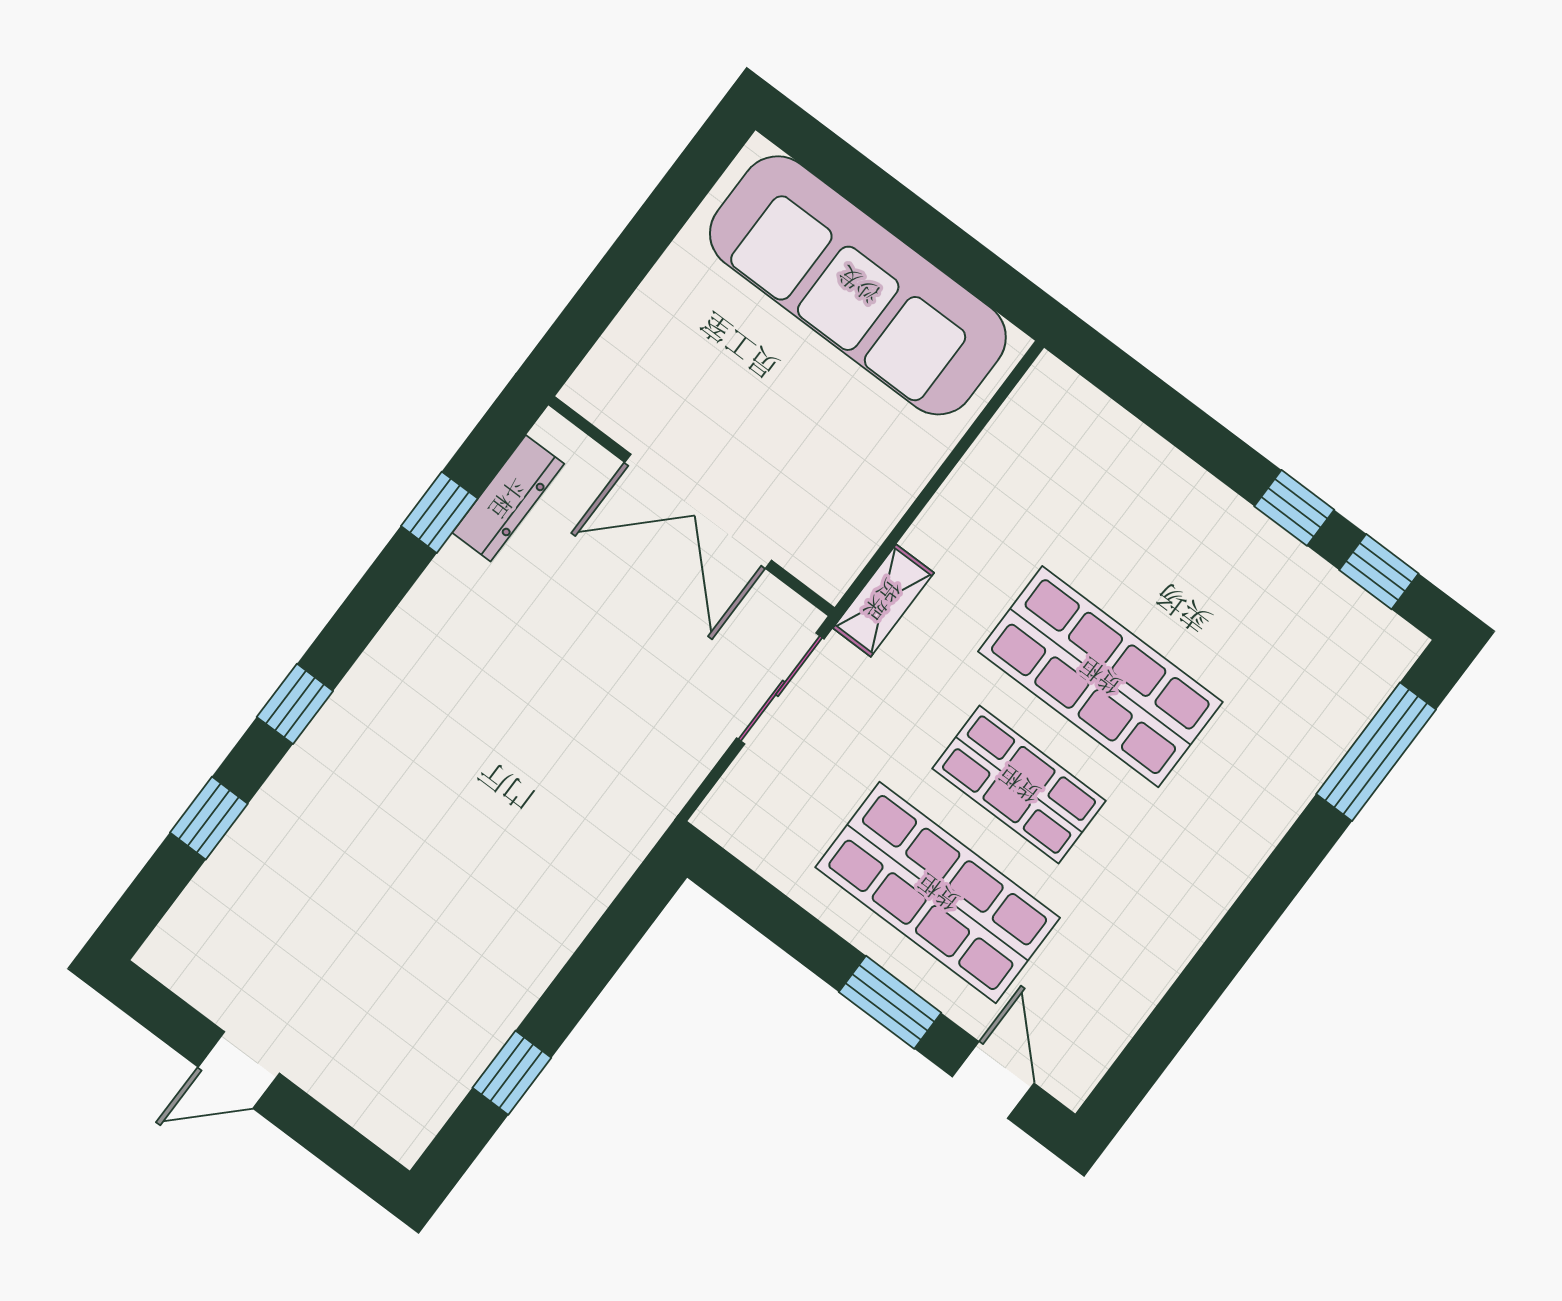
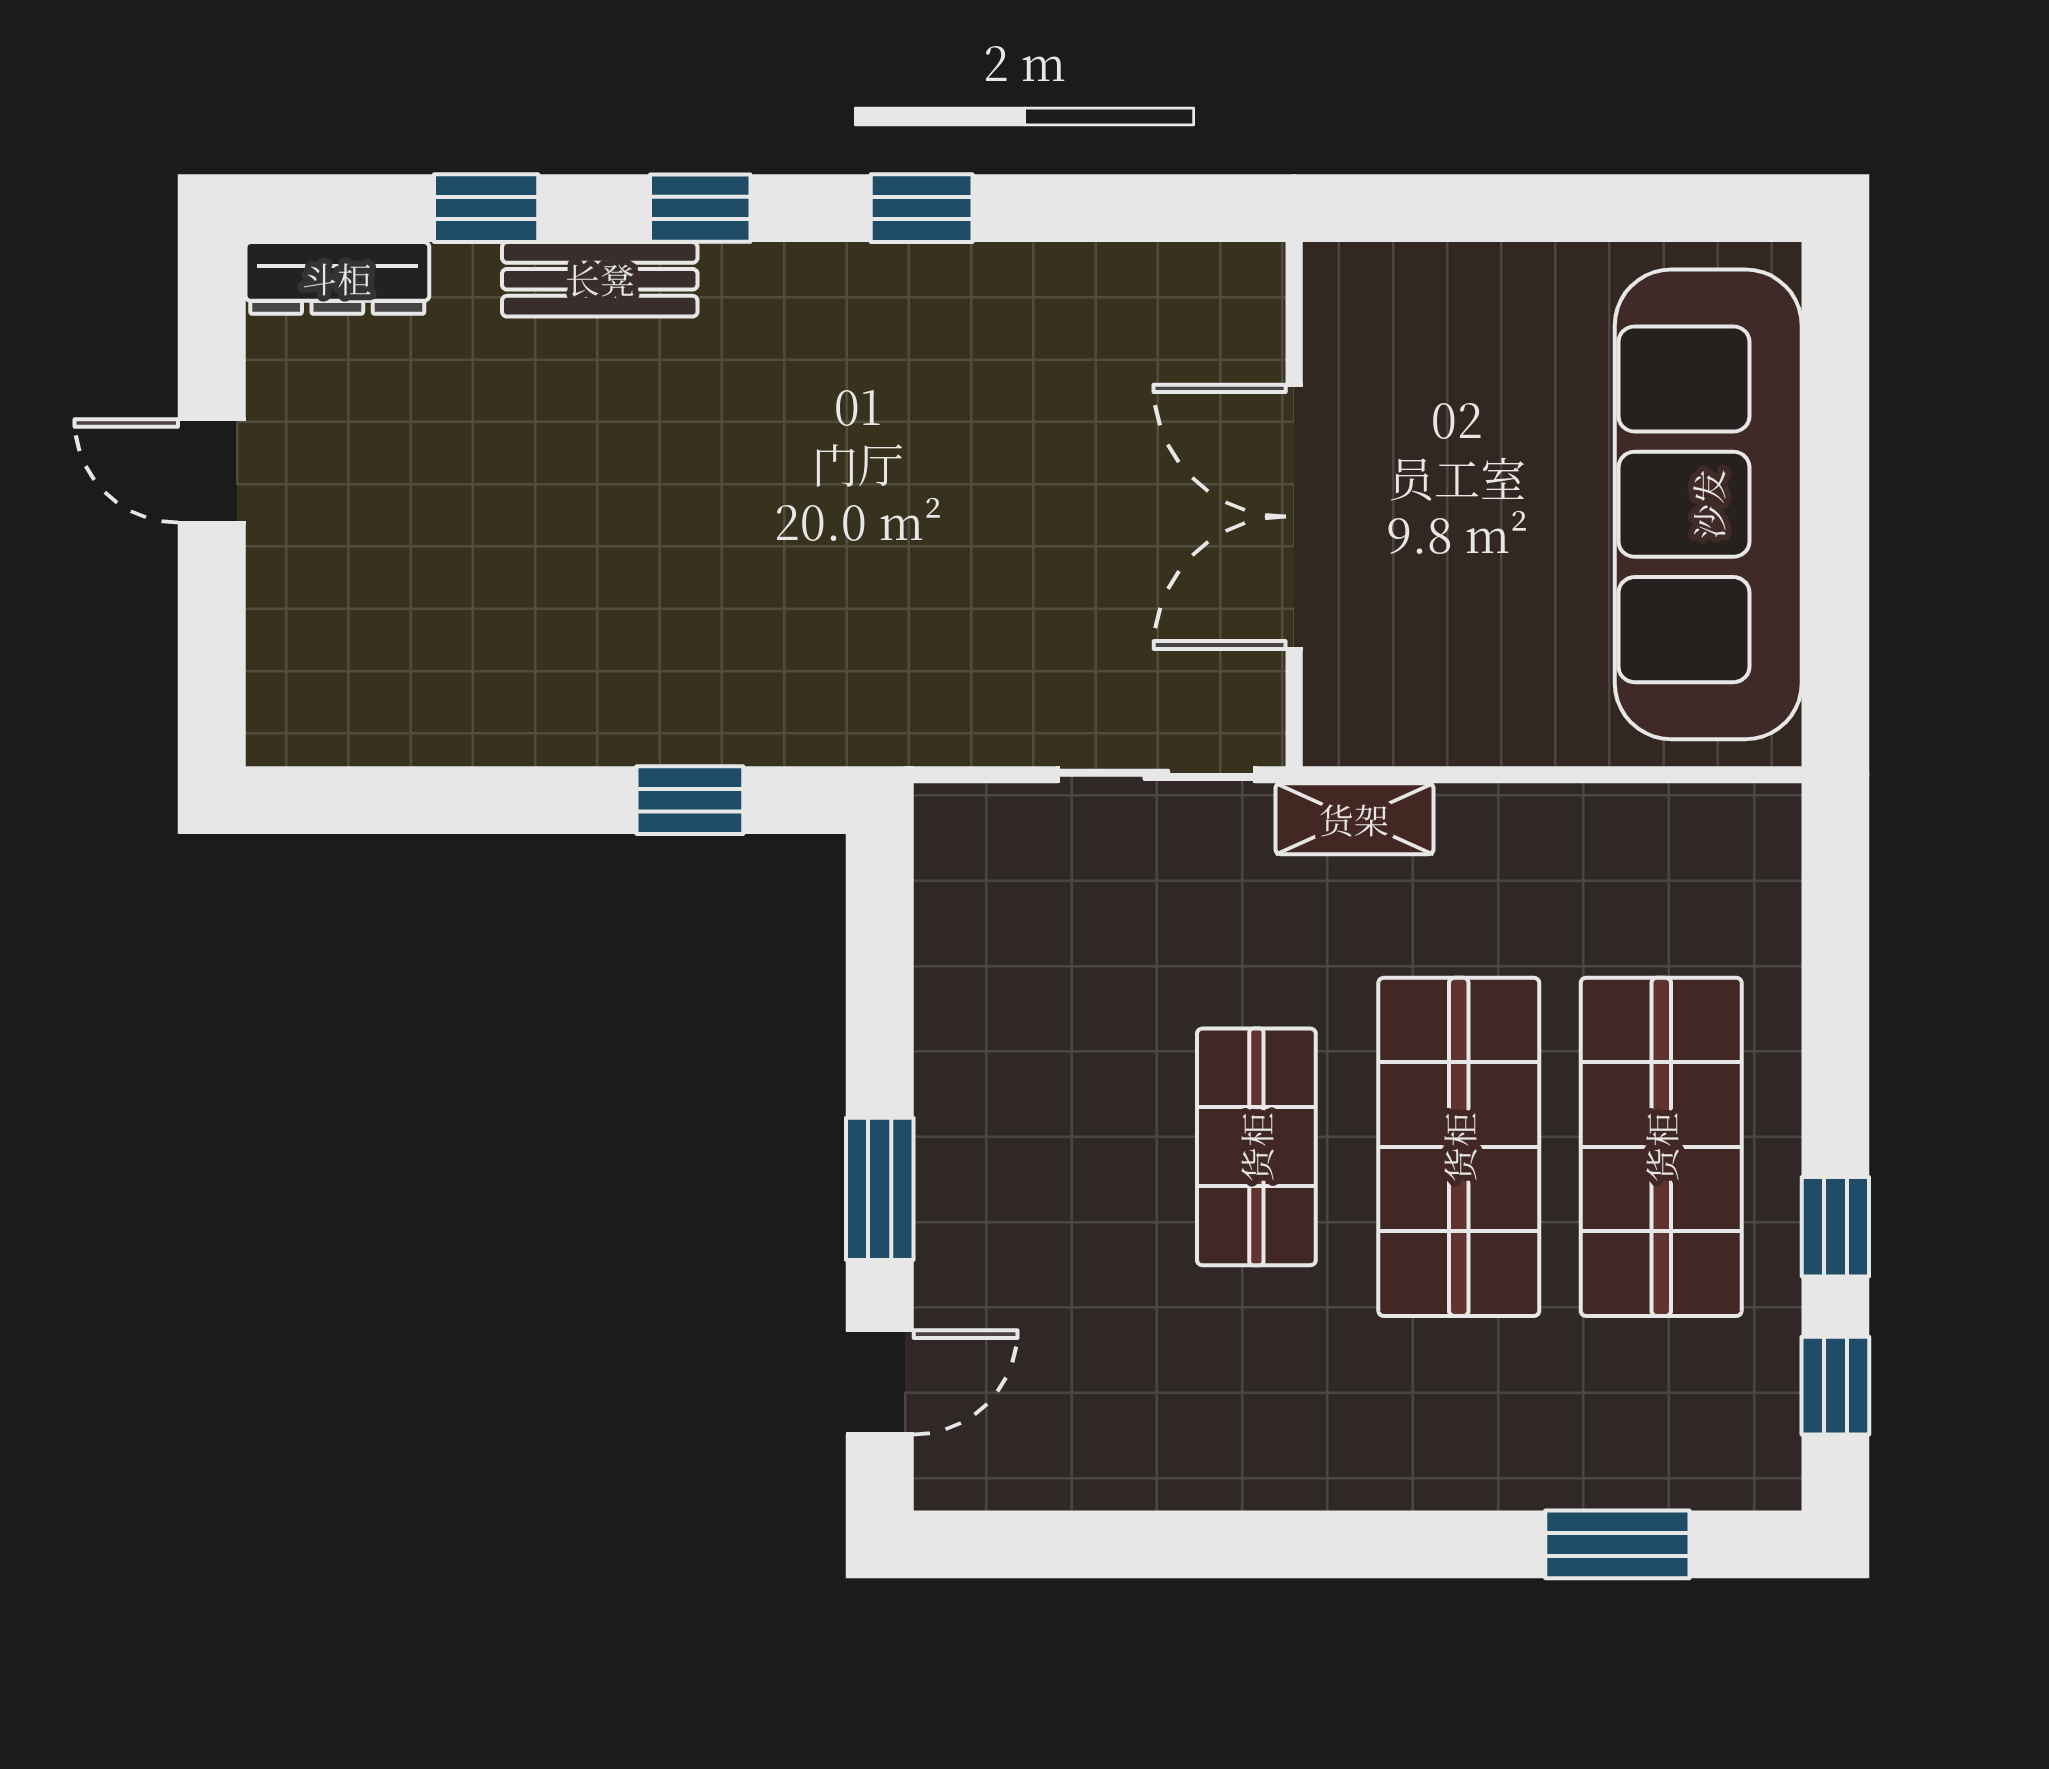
dresser: (508, 498) -> (337, 278), moved
window: (439, 512) -> (922, 208), moved
window: (1376, 752) -> (1617, 1544), width x0.69
bench: (292, 786) -> (600, 279), added
shop shelf: (938, 893) -> (1661, 1147), moved
window: (512, 1073) -> (690, 800), moved

